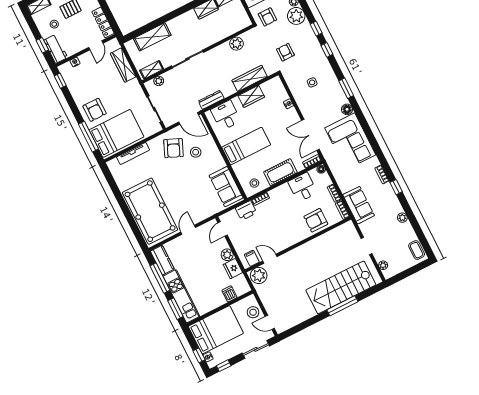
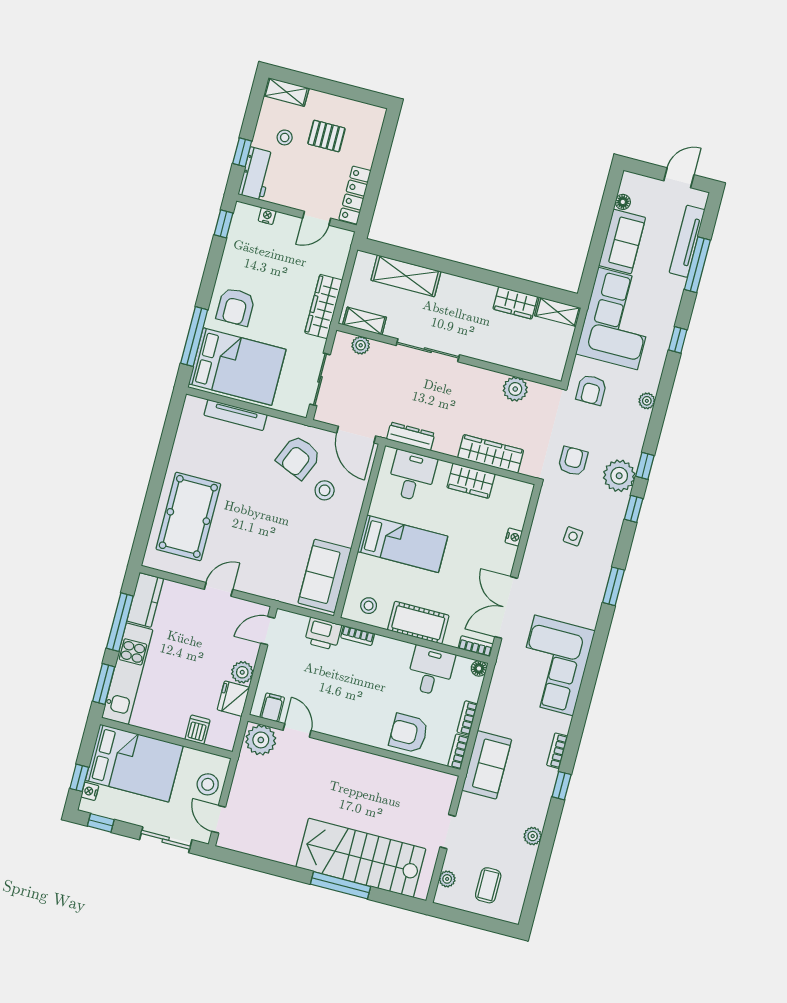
plant: (296, 16) -> (619, 476), moved
wardrobe: (123, 65) -> (324, 306), moved
floor lamp: (347, 109) -> (589, 617), removed
pool table: (150, 211) -> (188, 516), width x0.73, depth x0.76
coffee table: (417, 250) -> (488, 885), moved

